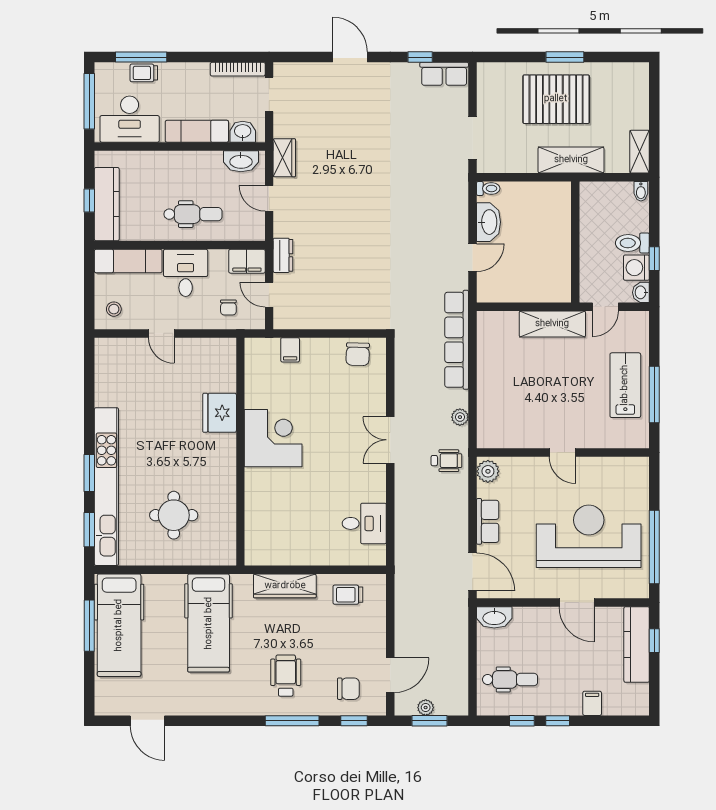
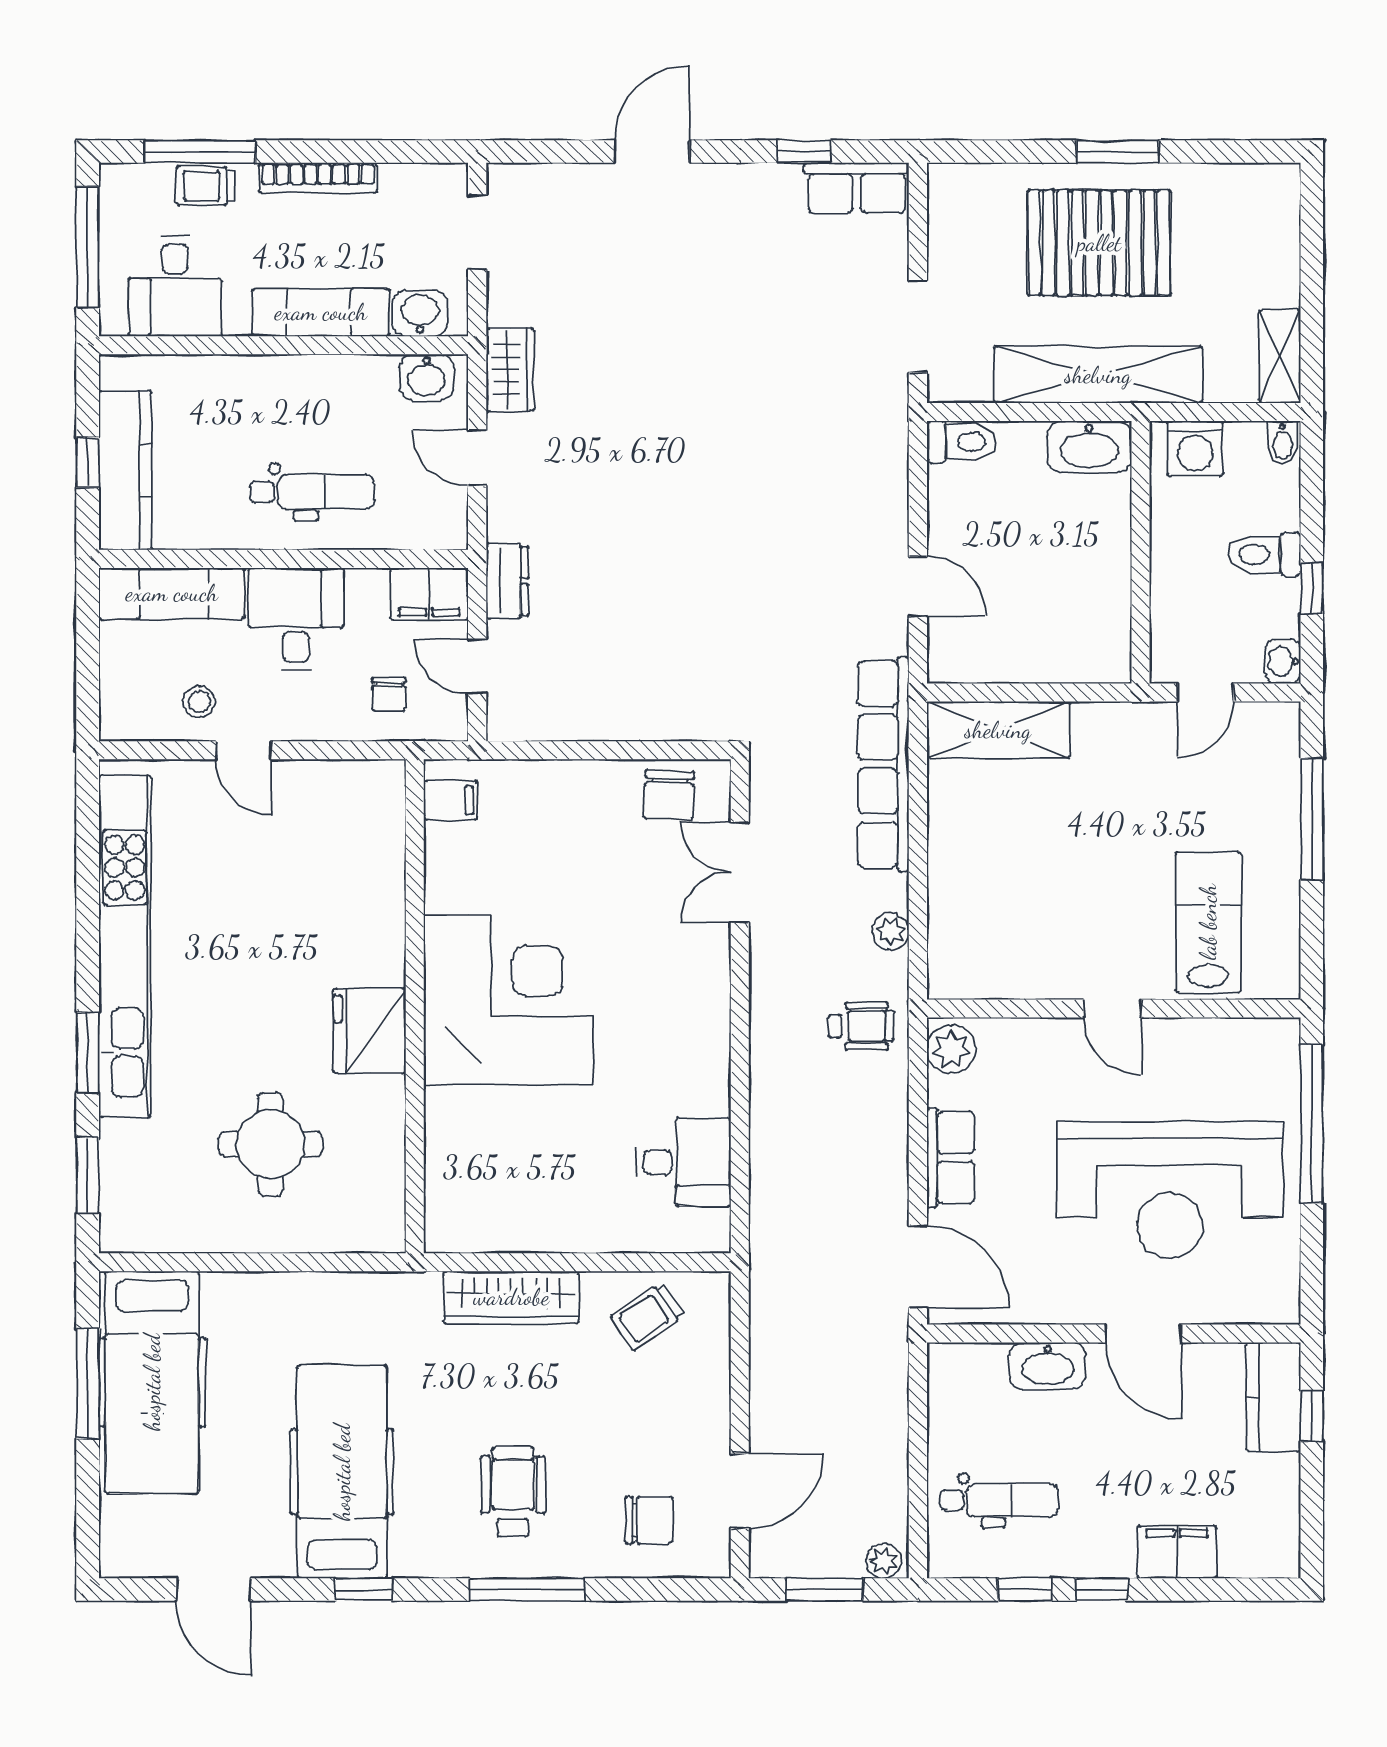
door: (350, 57) -> (652, 152), hinge flipped
bookcase: (238, 69) -> (318, 178), moved
desk: (130, 119) -> (175, 286), width x0.73
shelving: (571, 160) -> (1098, 375), width x1.47
washbasin: (241, 161) -> (427, 377), width x0.72
toilet: (488, 188) -> (962, 442), width x1.37, depth x1.39
washbasin: (489, 222) -> (1089, 447), moved, turned 90
door: (473, 258) -> (918, 586), hinge flipped
washing machine: (636, 268) -> (1195, 449), moved, turned -90
stool: (114, 309) -> (199, 702), moved
shelving: (552, 324) -> (998, 730), moved
filing cabinet: (290, 350) -> (450, 800), moved, turned -90
lab bench: (625, 385) -> (1208, 922), moved
window: (654, 395) -> (1312, 819), moved
fridge: (220, 413) -> (370, 1031), moved
corner desk: (273, 438) -> (508, 1000), width x1.36, depth x1.36
double door: (390, 440) -> (740, 872), moved
kitchen unit: (106, 487) -> (125, 946), moved
reception desk: (589, 536) -> (1170, 1190), turned 180
window: (654, 547) -> (1312, 1124), moved
trolley: (348, 595) -> (648, 1316), turned -34
washbasin: (494, 617) -> (1048, 1366), moved
hospital bed: (209, 623) -> (342, 1472), moved, turned 180
kitchen counter: (637, 645) -> (1273, 1397), width x0.67
filing cabinet: (592, 703) -> (1177, 1552), width x2.00
plant: (426, 707) -> (883, 1561), moved
window: (354, 721) -> (364, 1589), moved

